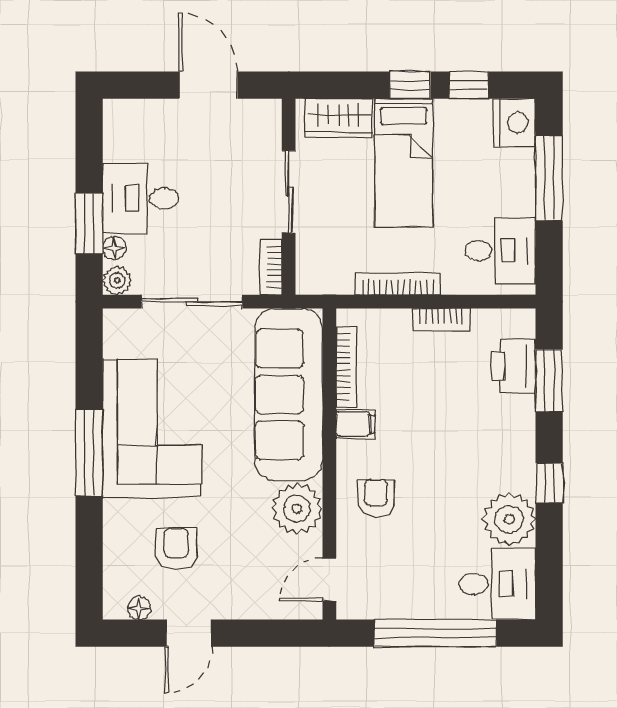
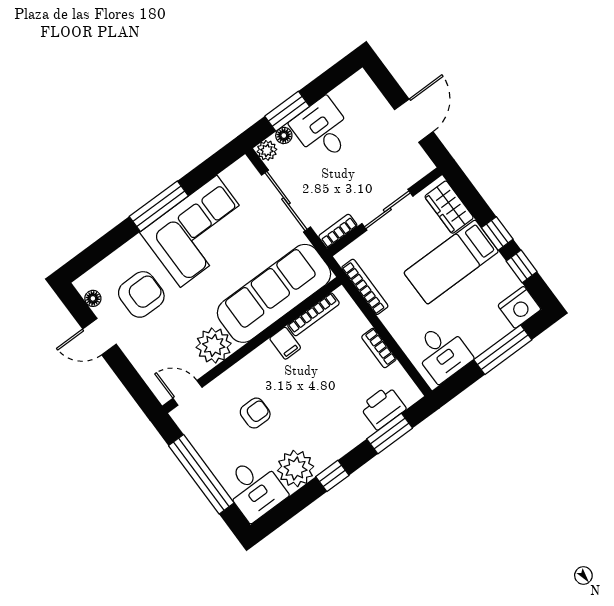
bookcase: (398, 284) -> (365, 287), moved
armchair: (376, 498) -> (255, 413), moved
armchair: (176, 549) -> (141, 294), width x1.38, depth x1.38

